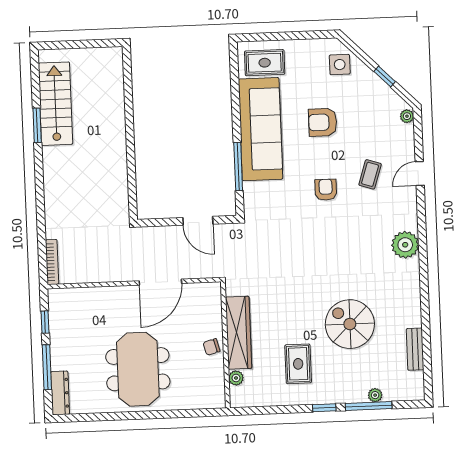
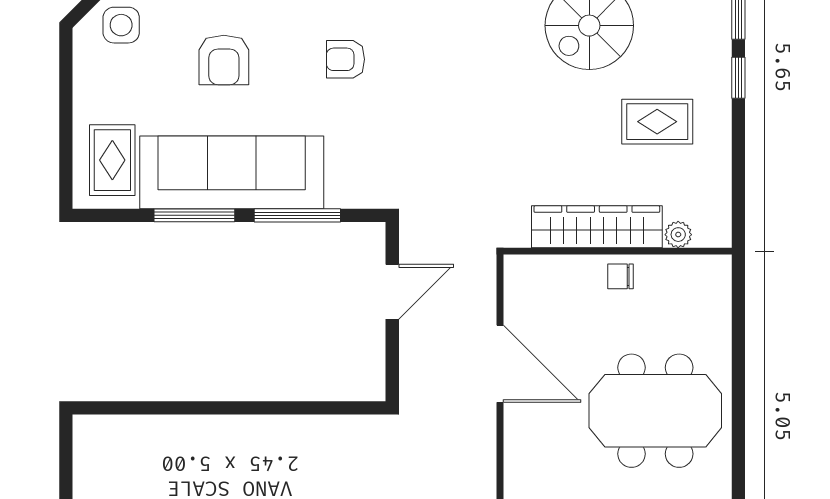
window: (236, 109) -> (194, 215), added
chair: (212, 347) -> (621, 276), turned 105

